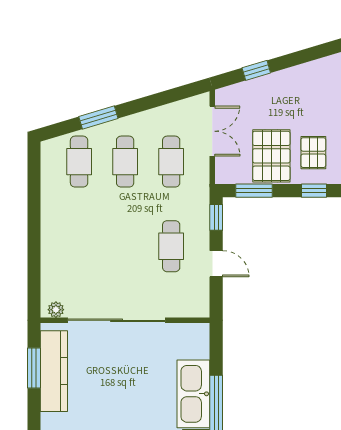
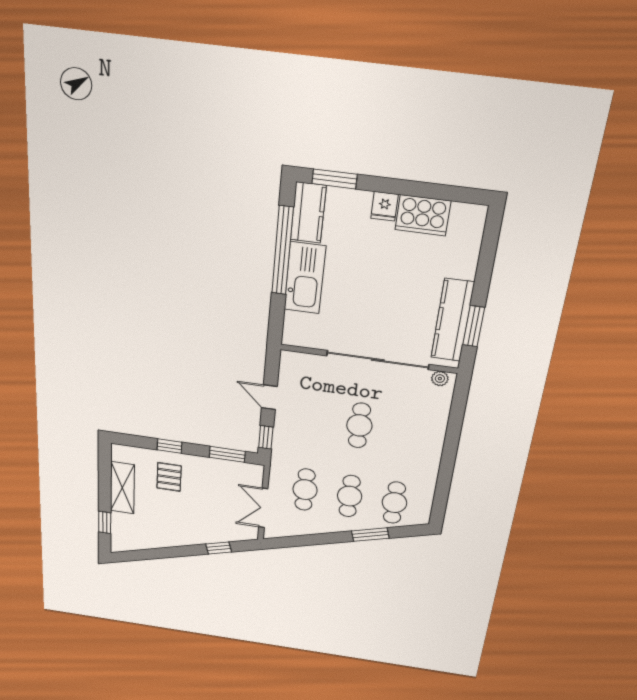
pallet: (271, 156) -> (209, 480), removed
cafe table: (171, 246) -> (359, 425), moved

